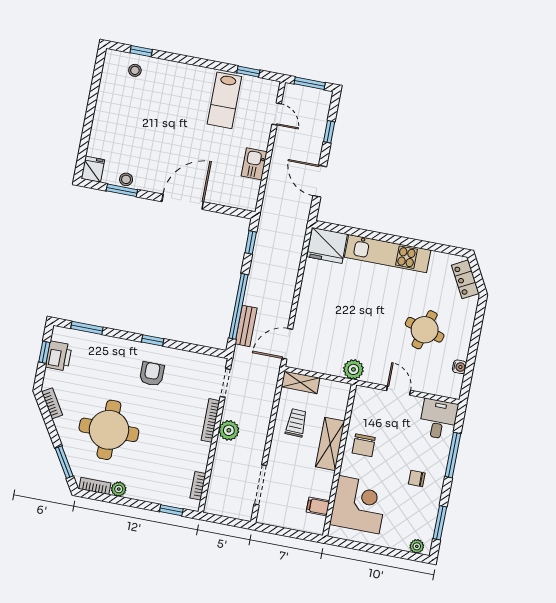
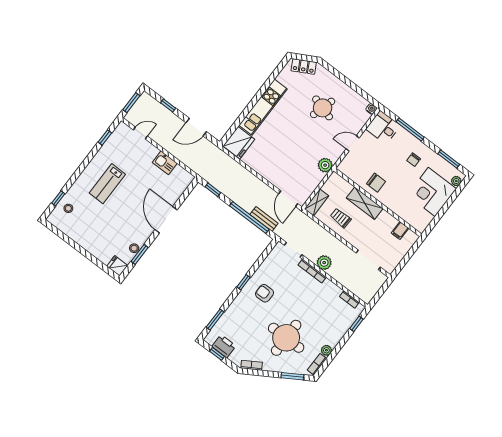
lab bench: (224, 100) -> (107, 184), moved, turned 90
water cooler: (459, 367) -> (371, 109), moved
corner desk: (359, 505) -> (432, 192), moved, turned -90

